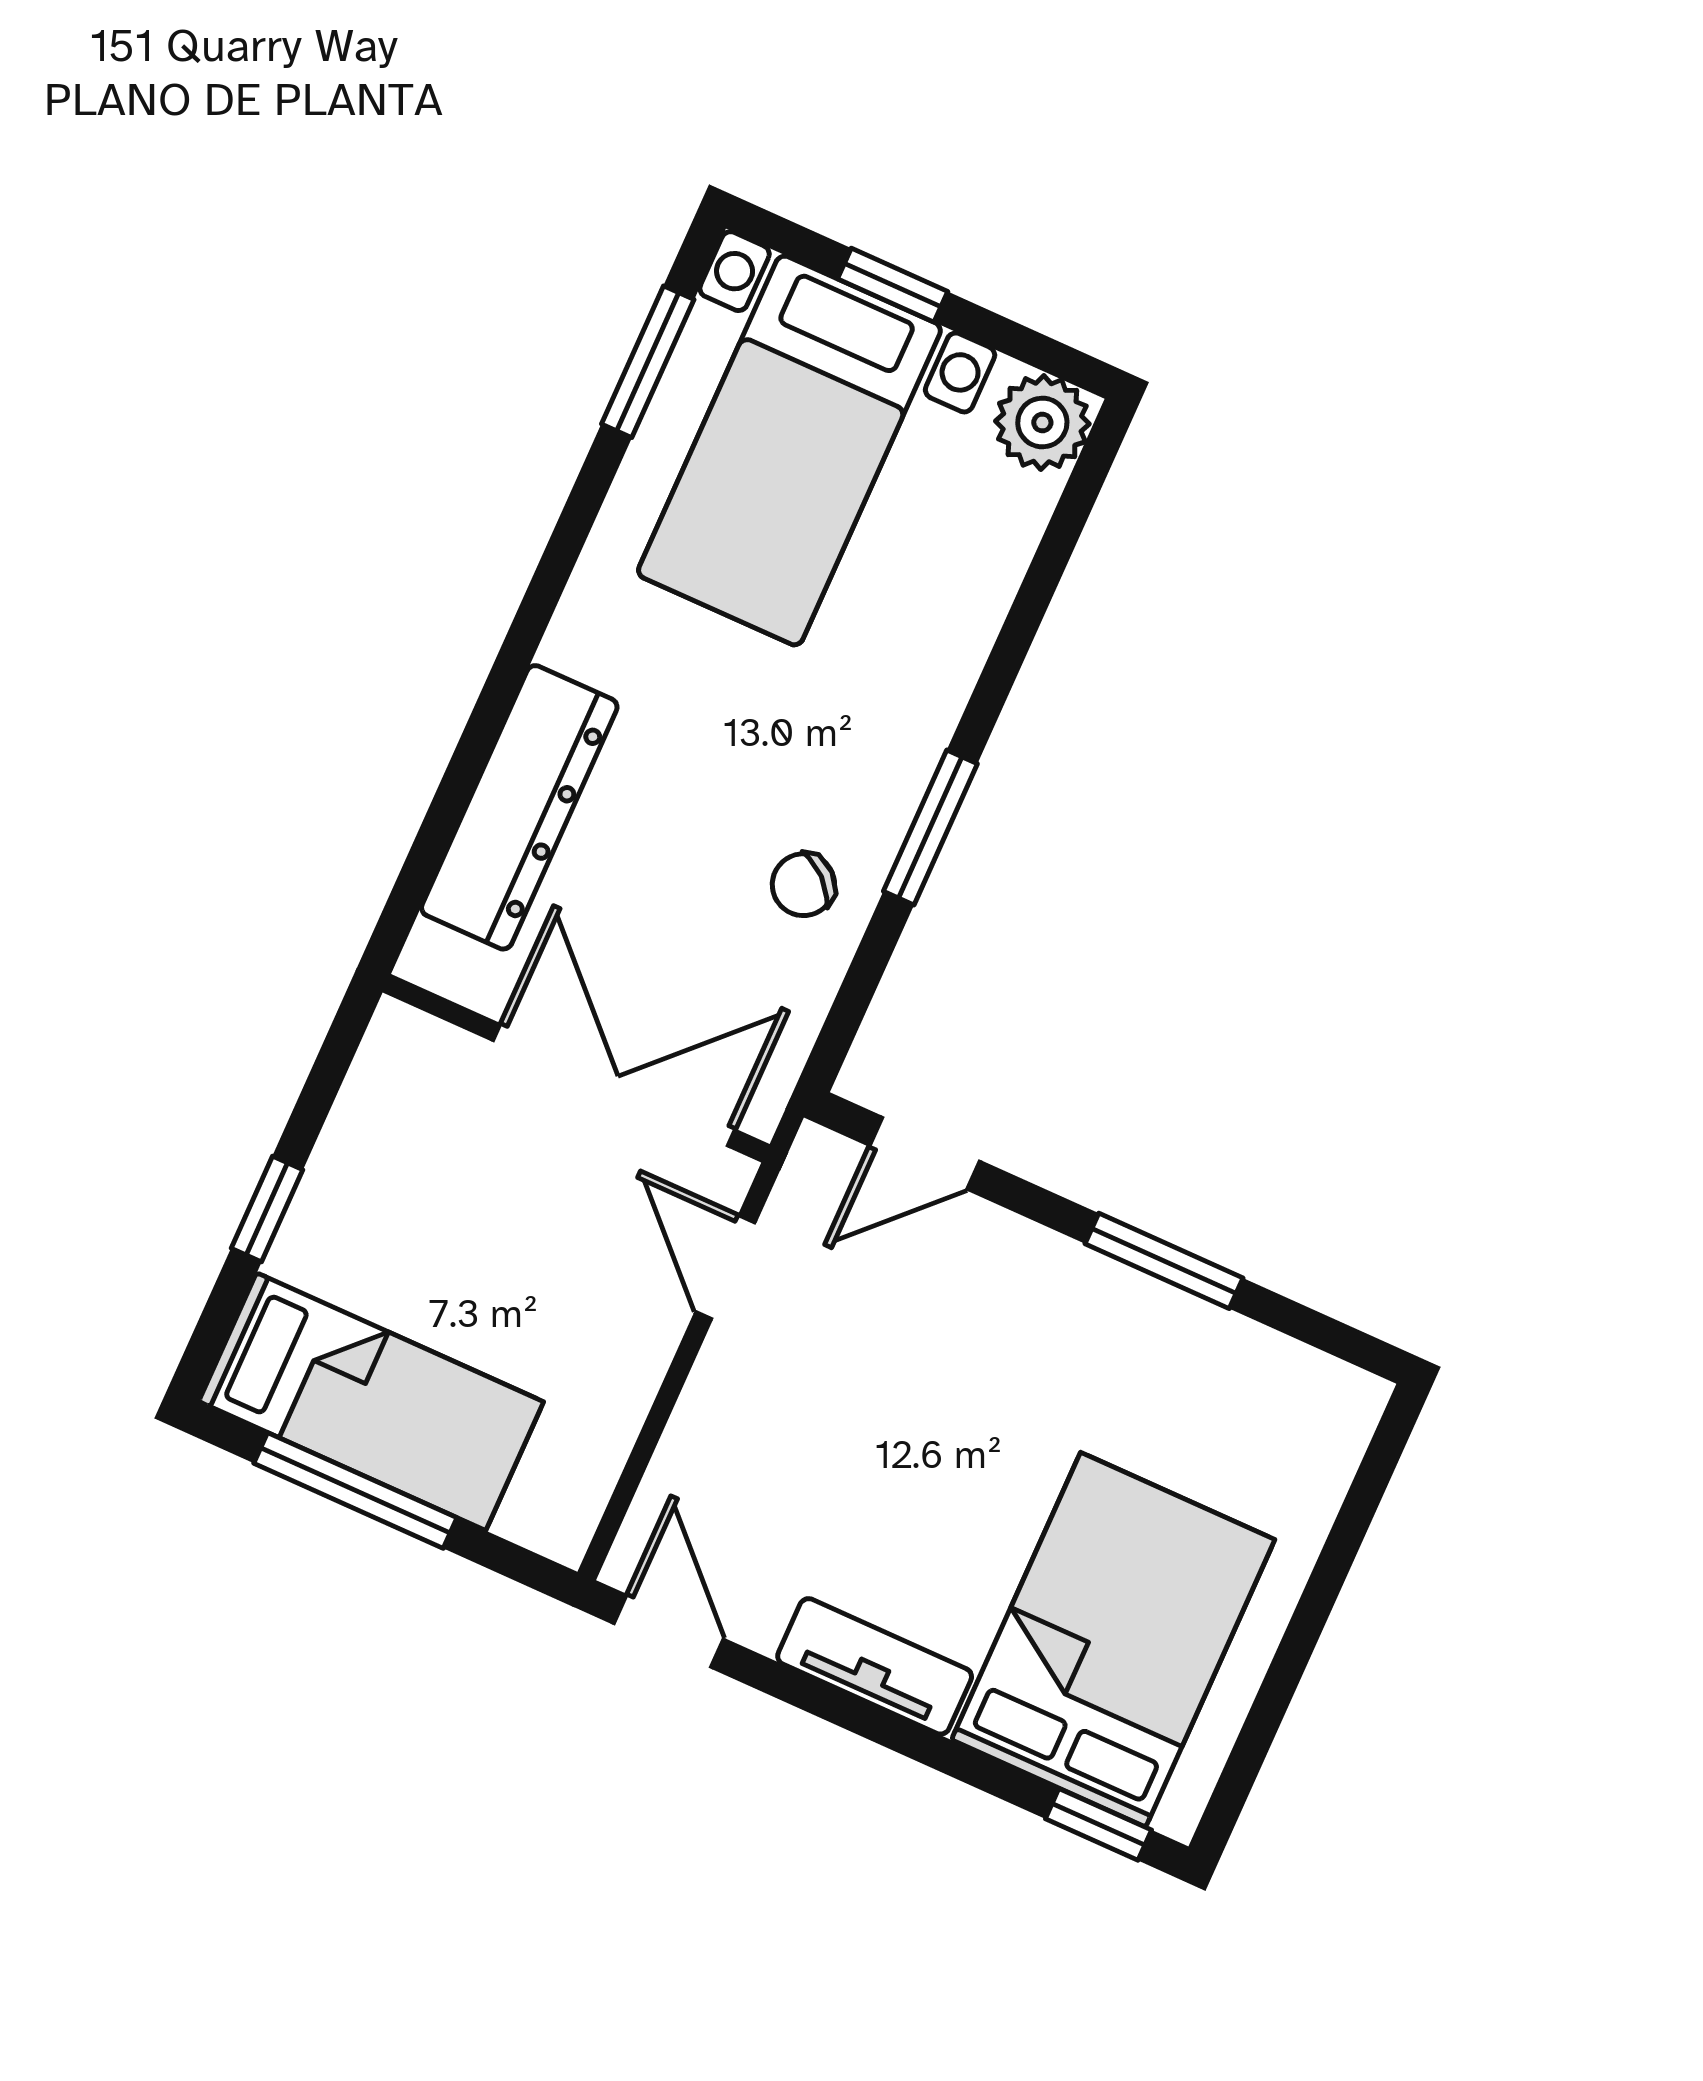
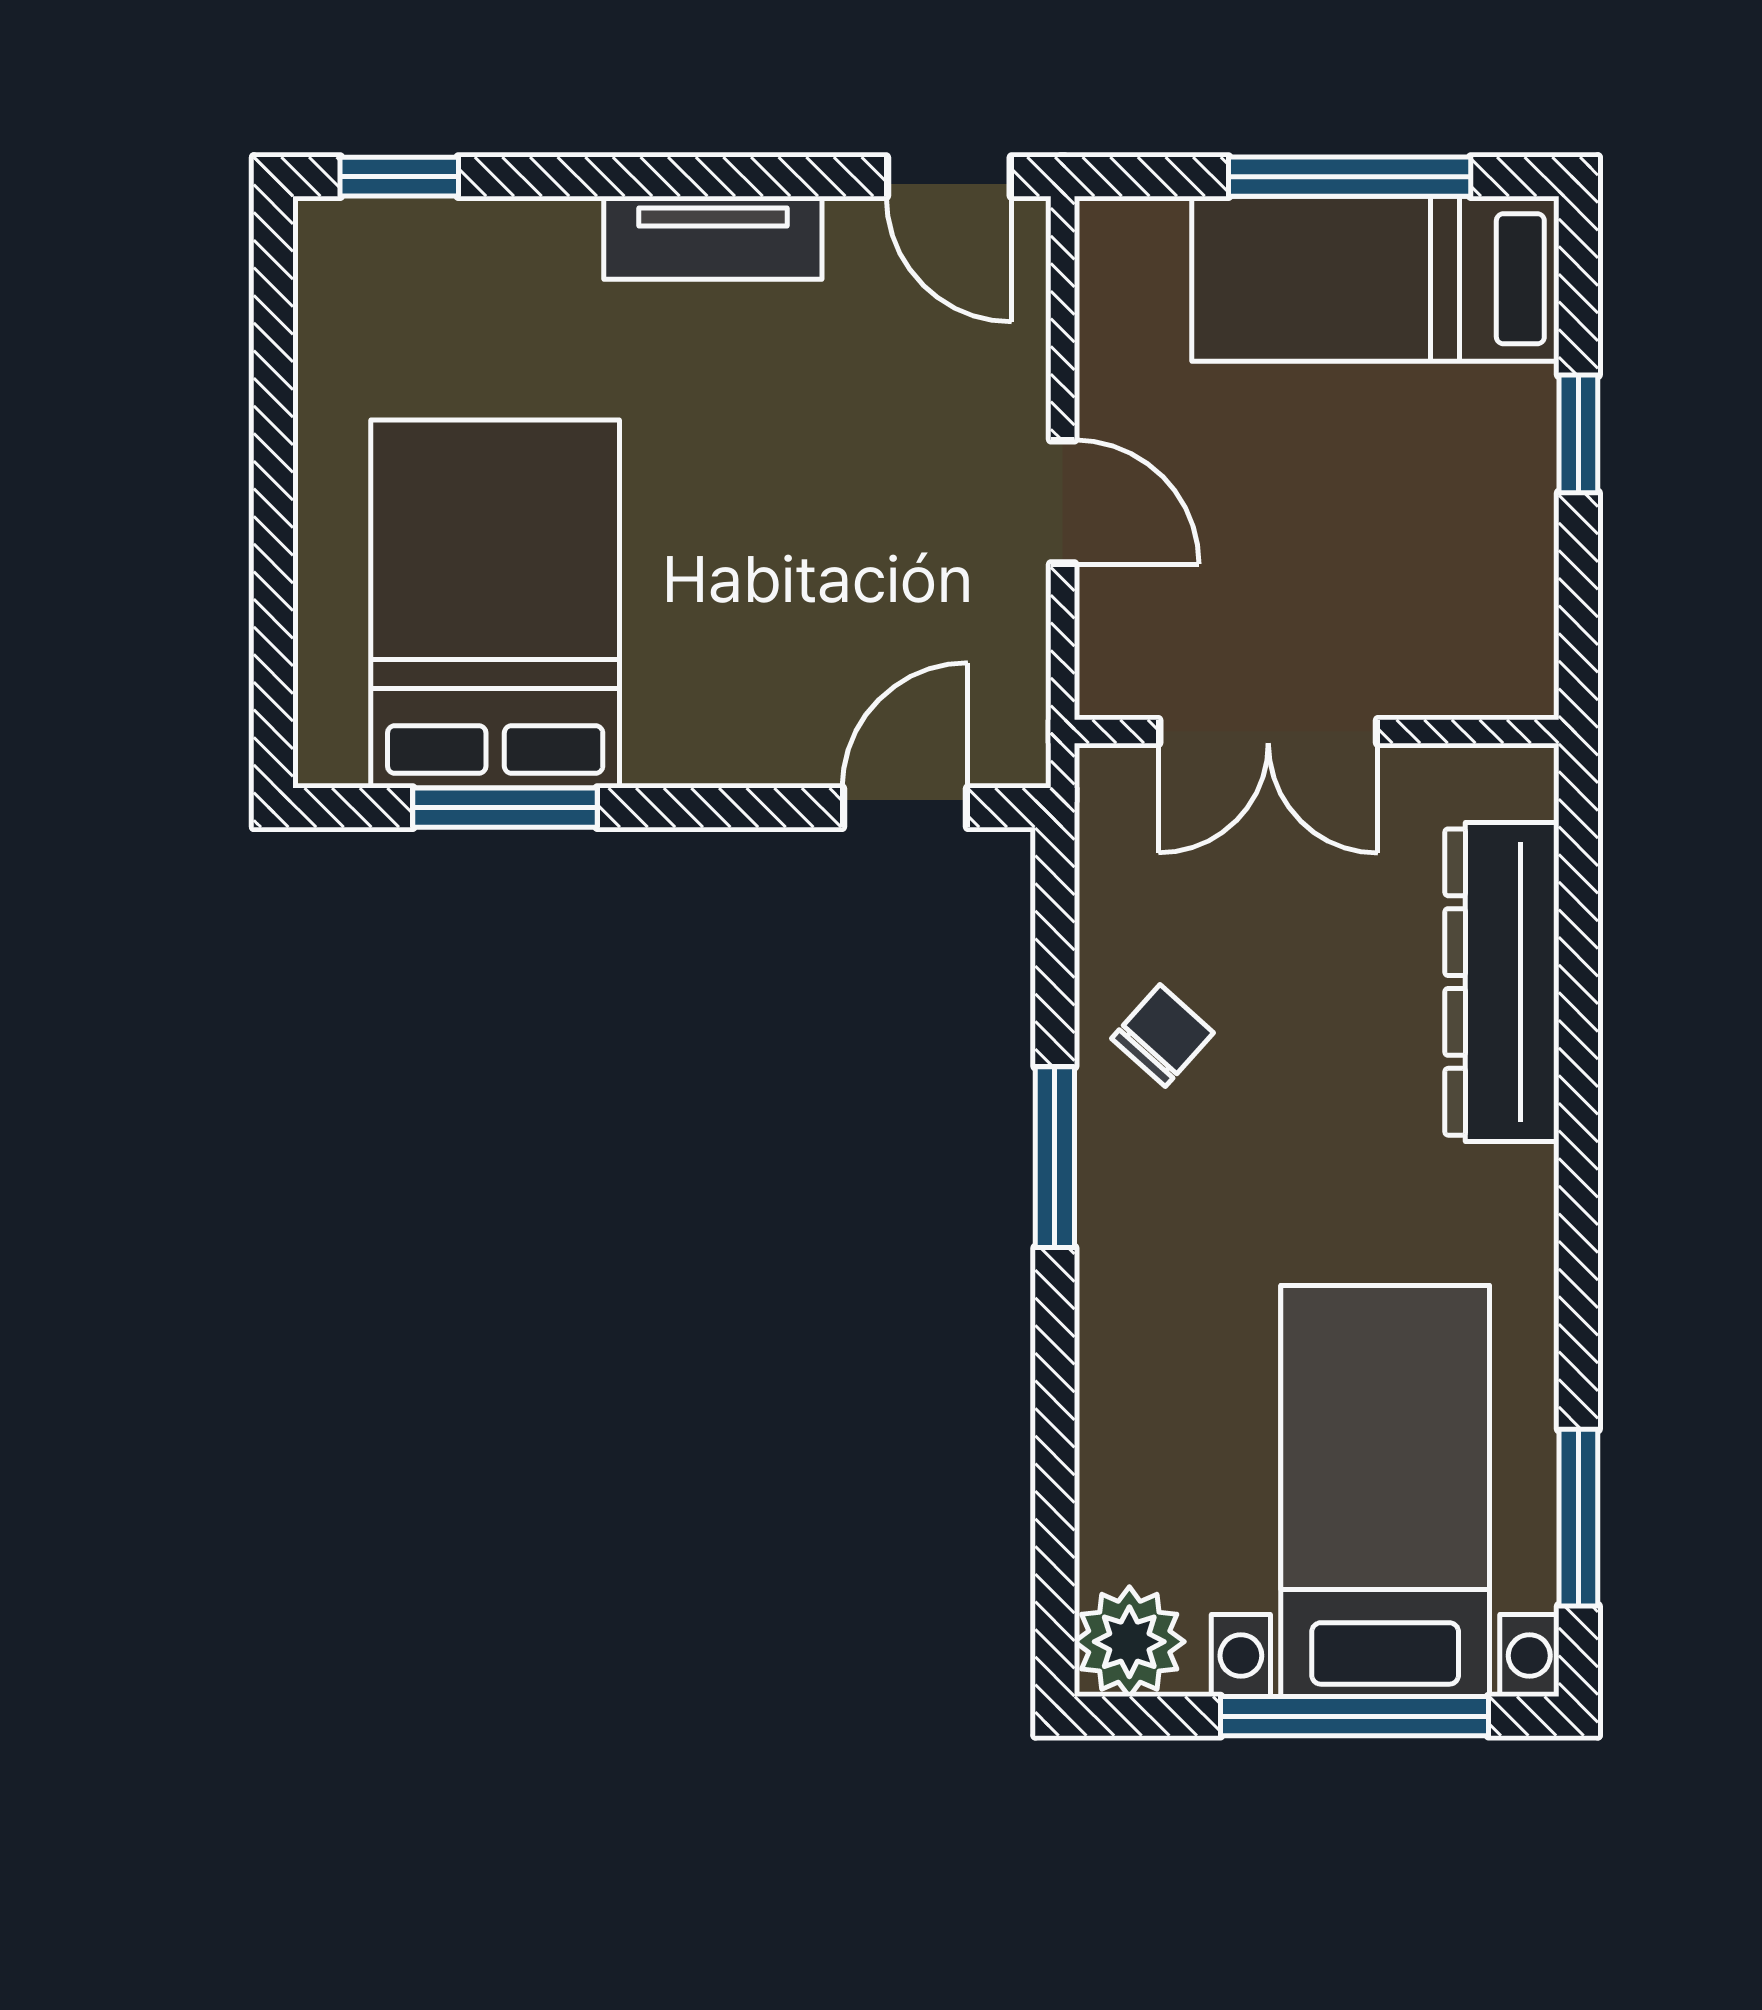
window: (893, 285) -> (1354, 1716), width x2.17
double door: (614, 1085) -> (1268, 732), width x0.73
window: (1164, 1261) -> (505, 808), moved
door: (725, 1267) -> (1063, 502), moved
bed: (1113, 1640) -> (495, 604), moved, turned 180

